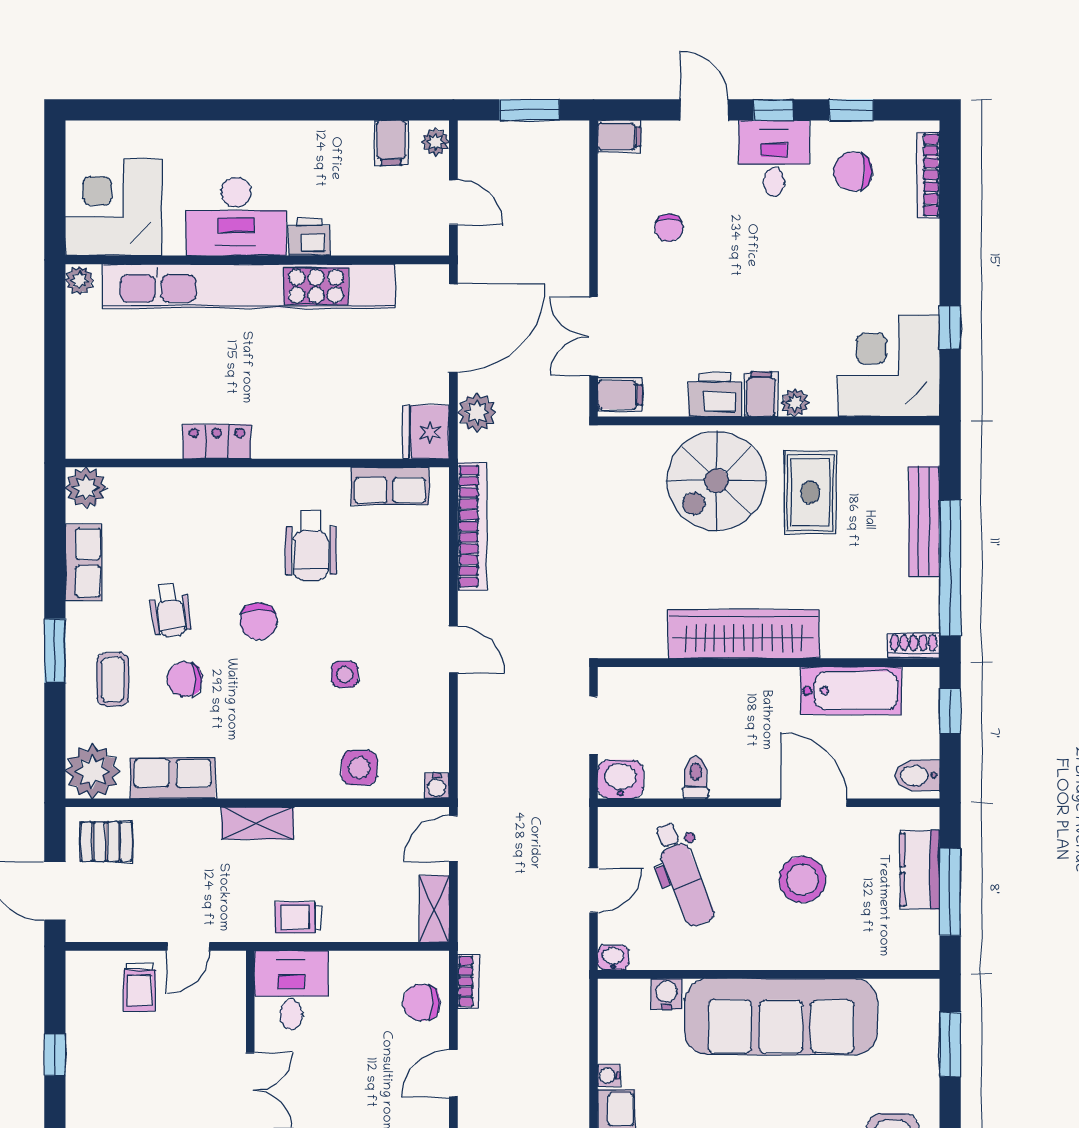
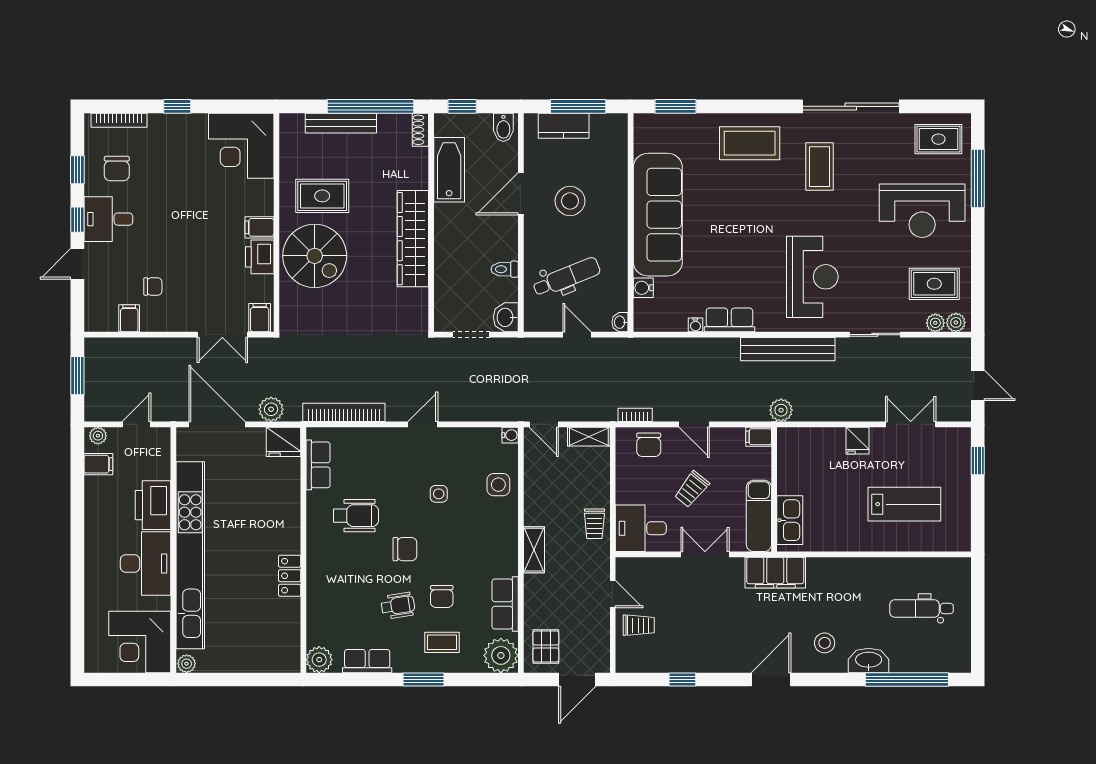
filing cabinet: (619, 136) -> (129, 318), moved
printer: (309, 237) -> (153, 505), width x1.87, depth x1.48
window: (950, 328) -> (177, 106), moved
plant: (795, 403) -> (265, 206), removed
trolley: (352, 1070) -> (692, 489), added

